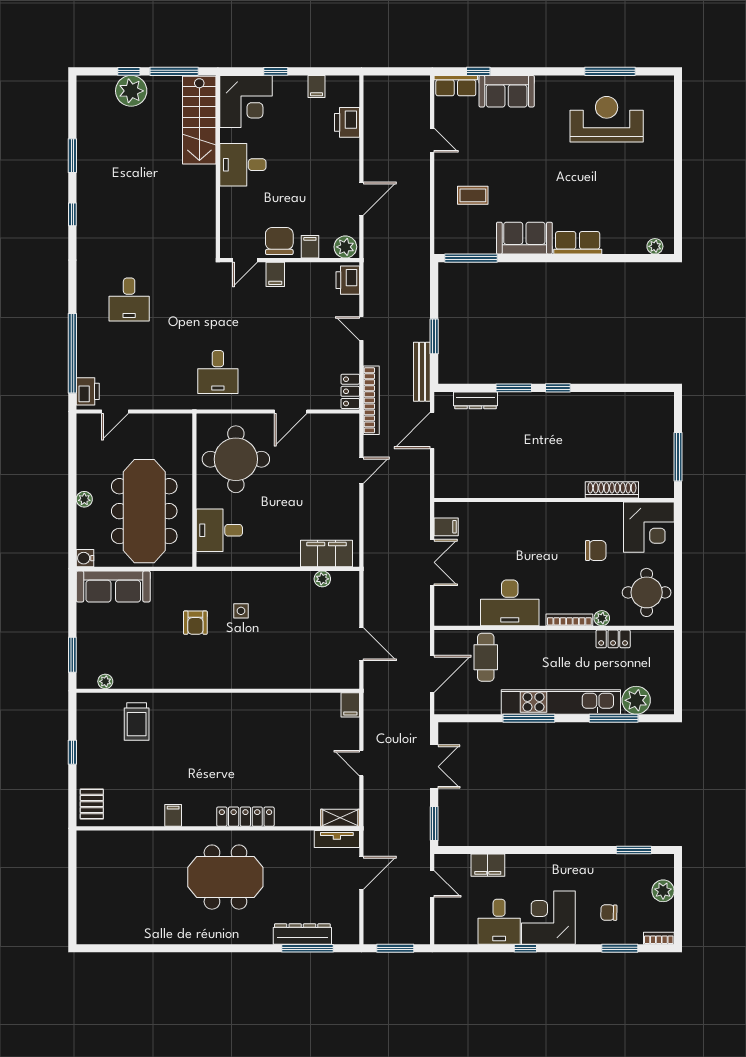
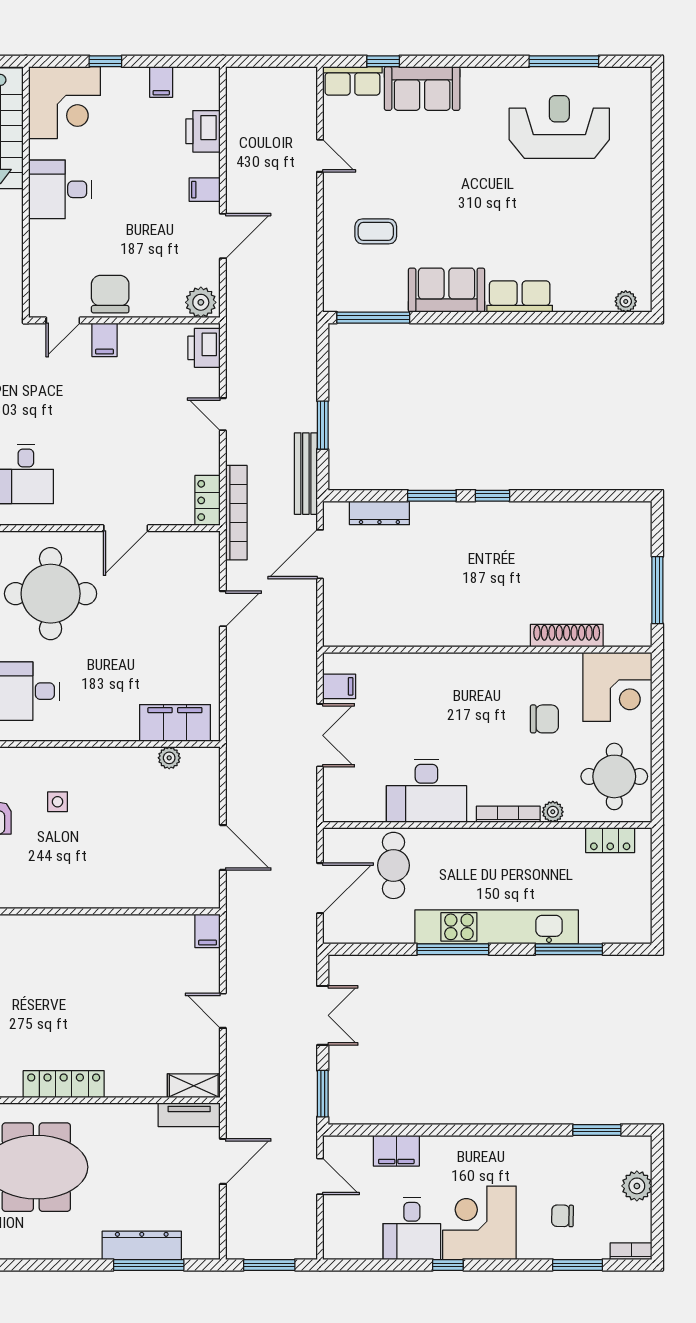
filing cabinet: (310, 247) -> (205, 190), moved, turned -90
locker: (613, 639) -> (610, 840), moved
plant: (636, 700) -> (600, 924), removed

